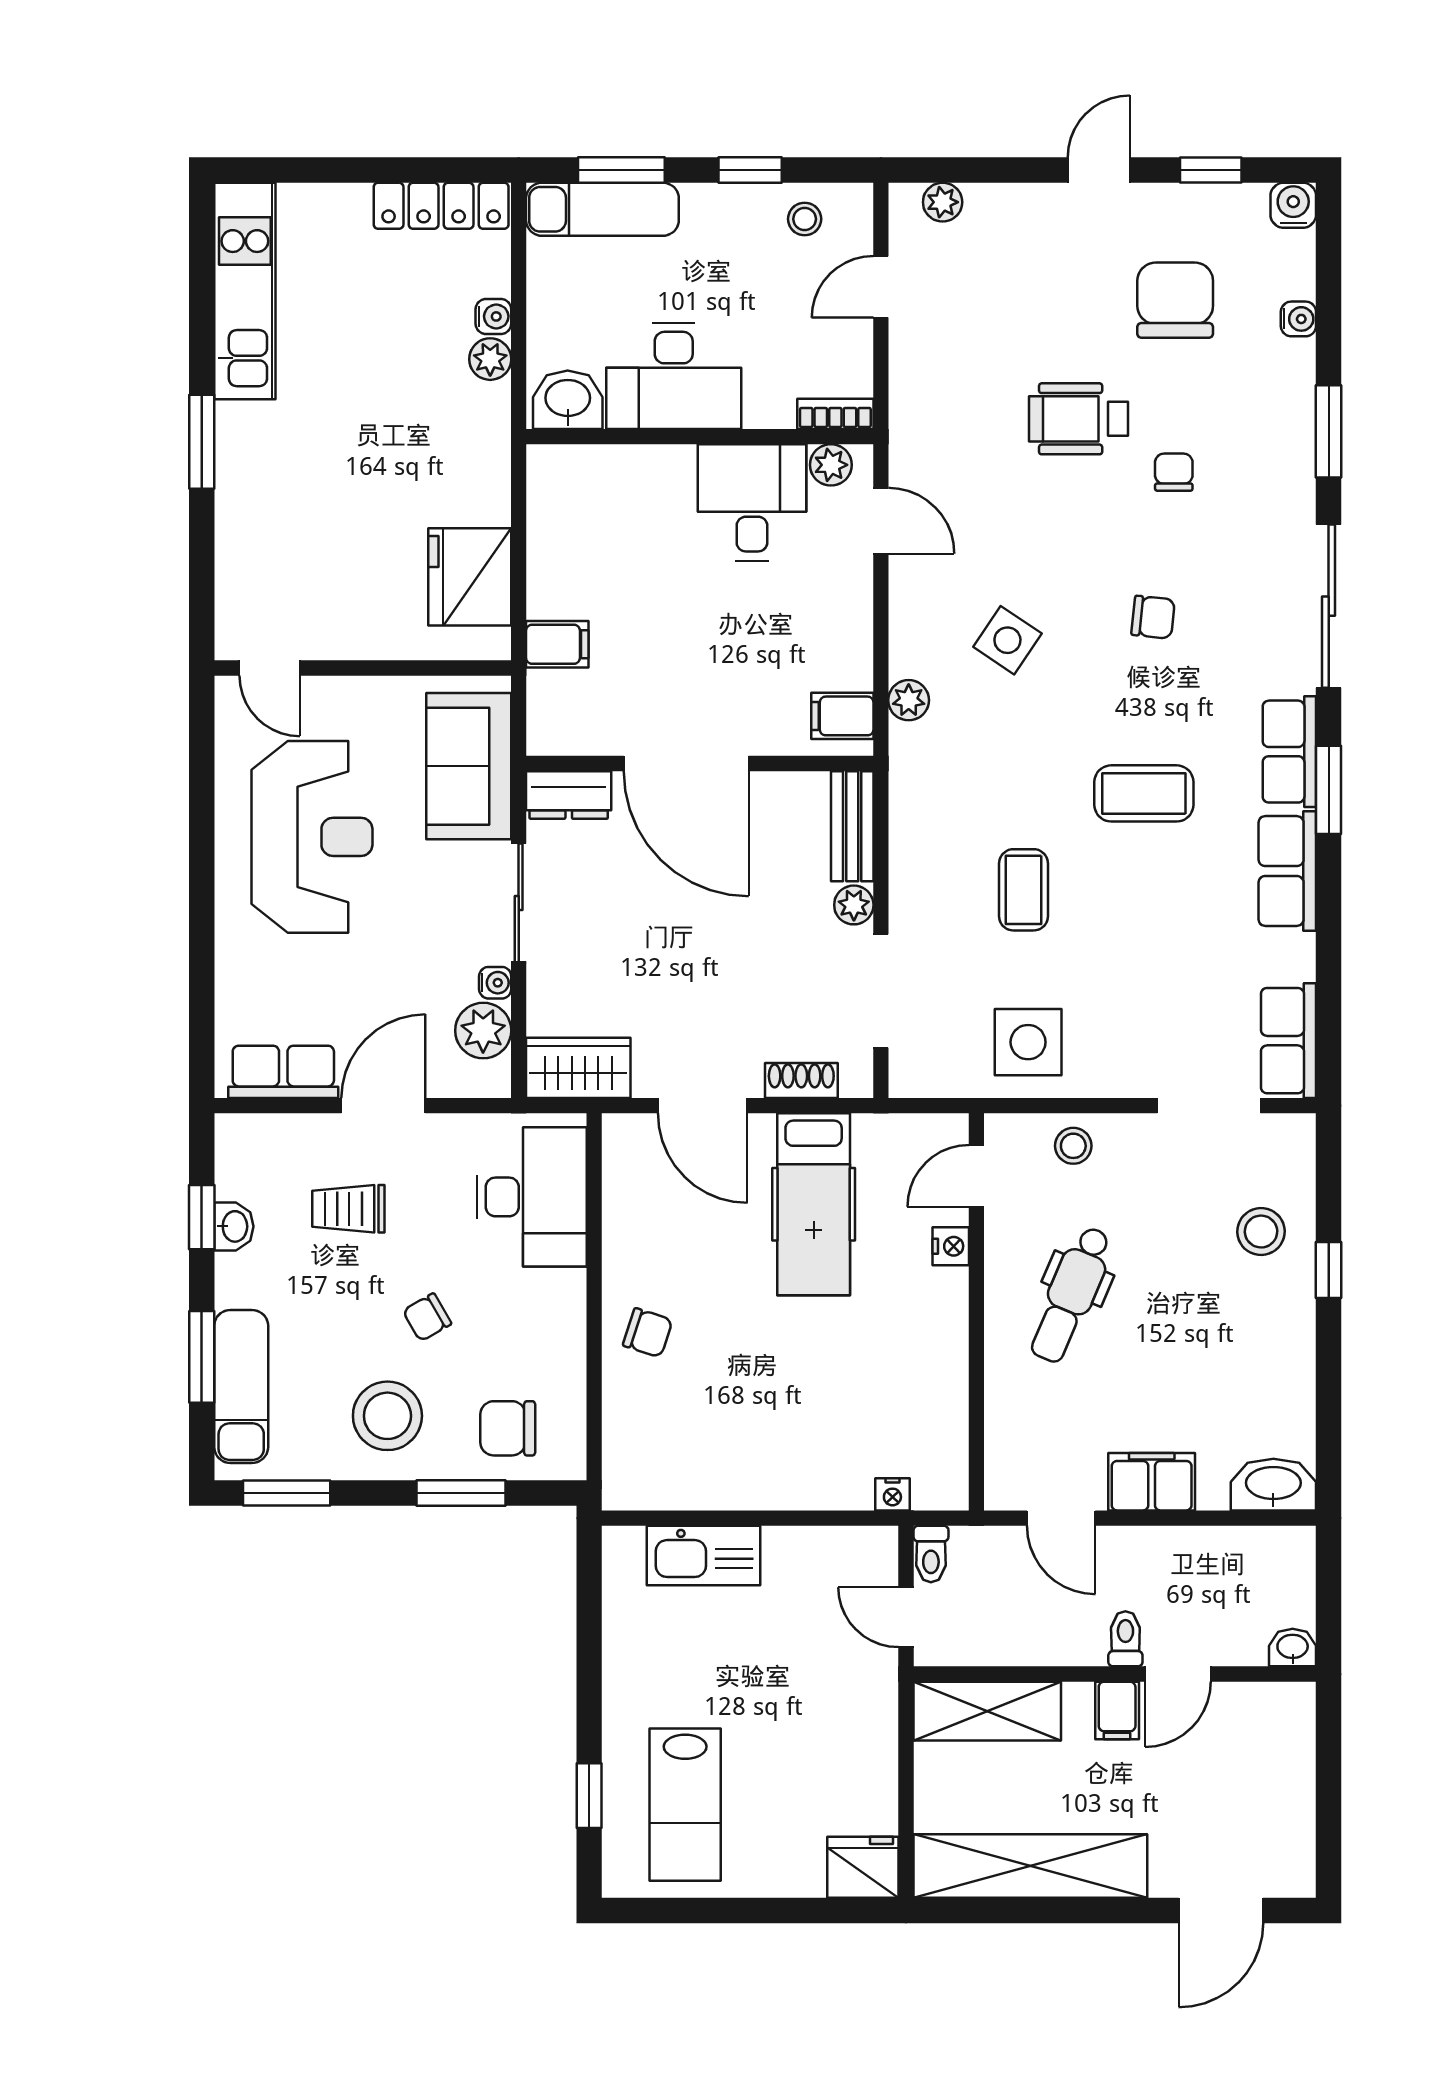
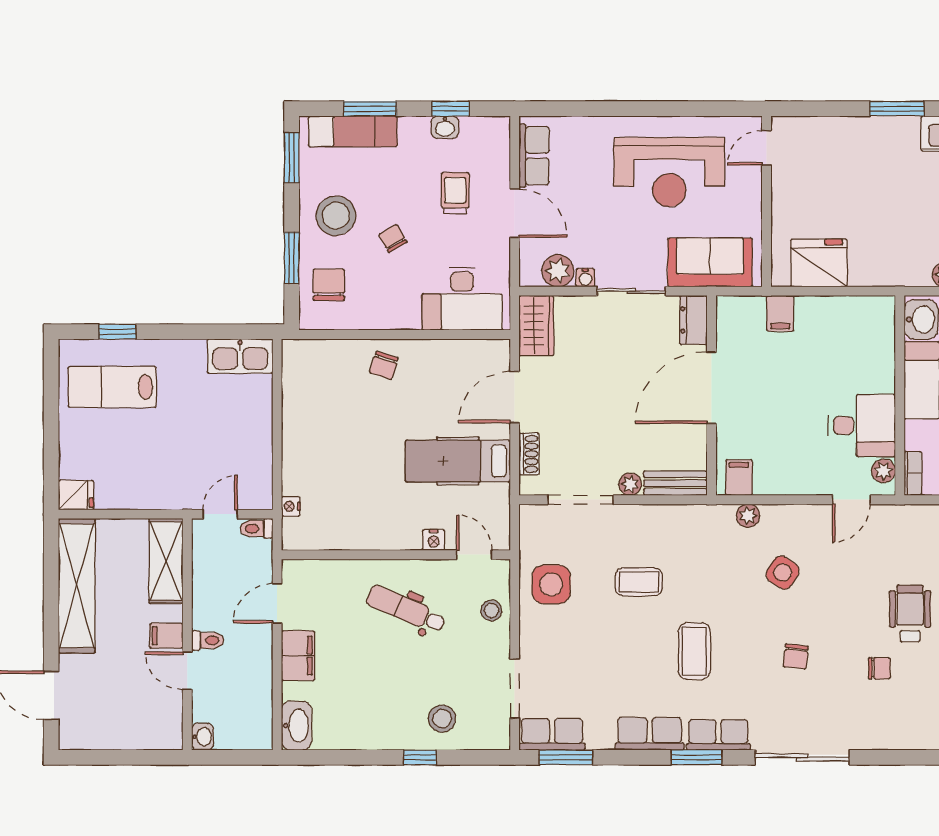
window: (1329, 431) -> (566, 757), moved
kitchen sink: (704, 1556) -> (240, 356), moved, turned -90
fridge: (863, 1867) -> (76, 495), width x0.72

